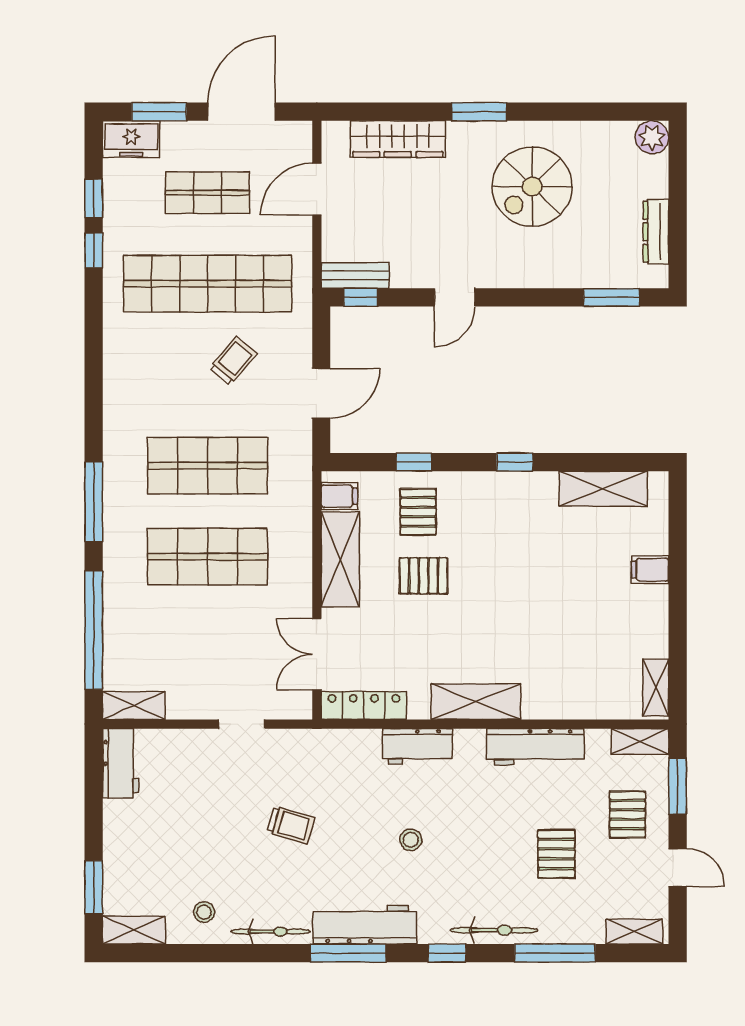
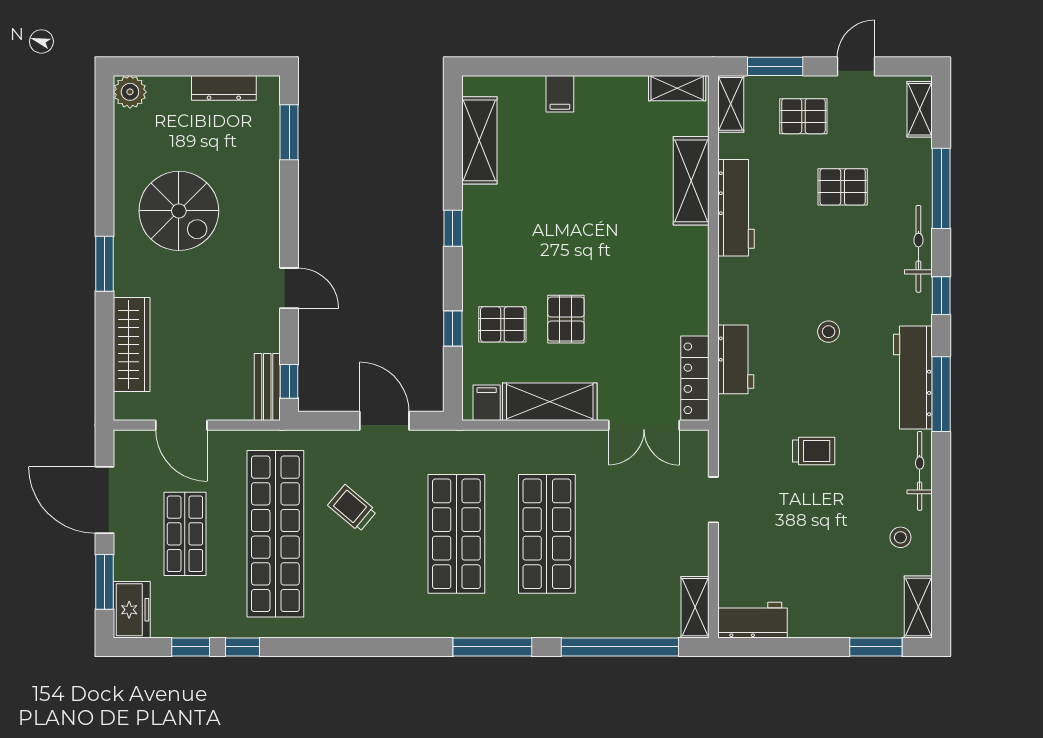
shelving: (476, 702) -> (691, 181), moved
workbench: (418, 746) -> (736, 359), moved
trolley: (291, 825) -> (814, 451), turned 74

